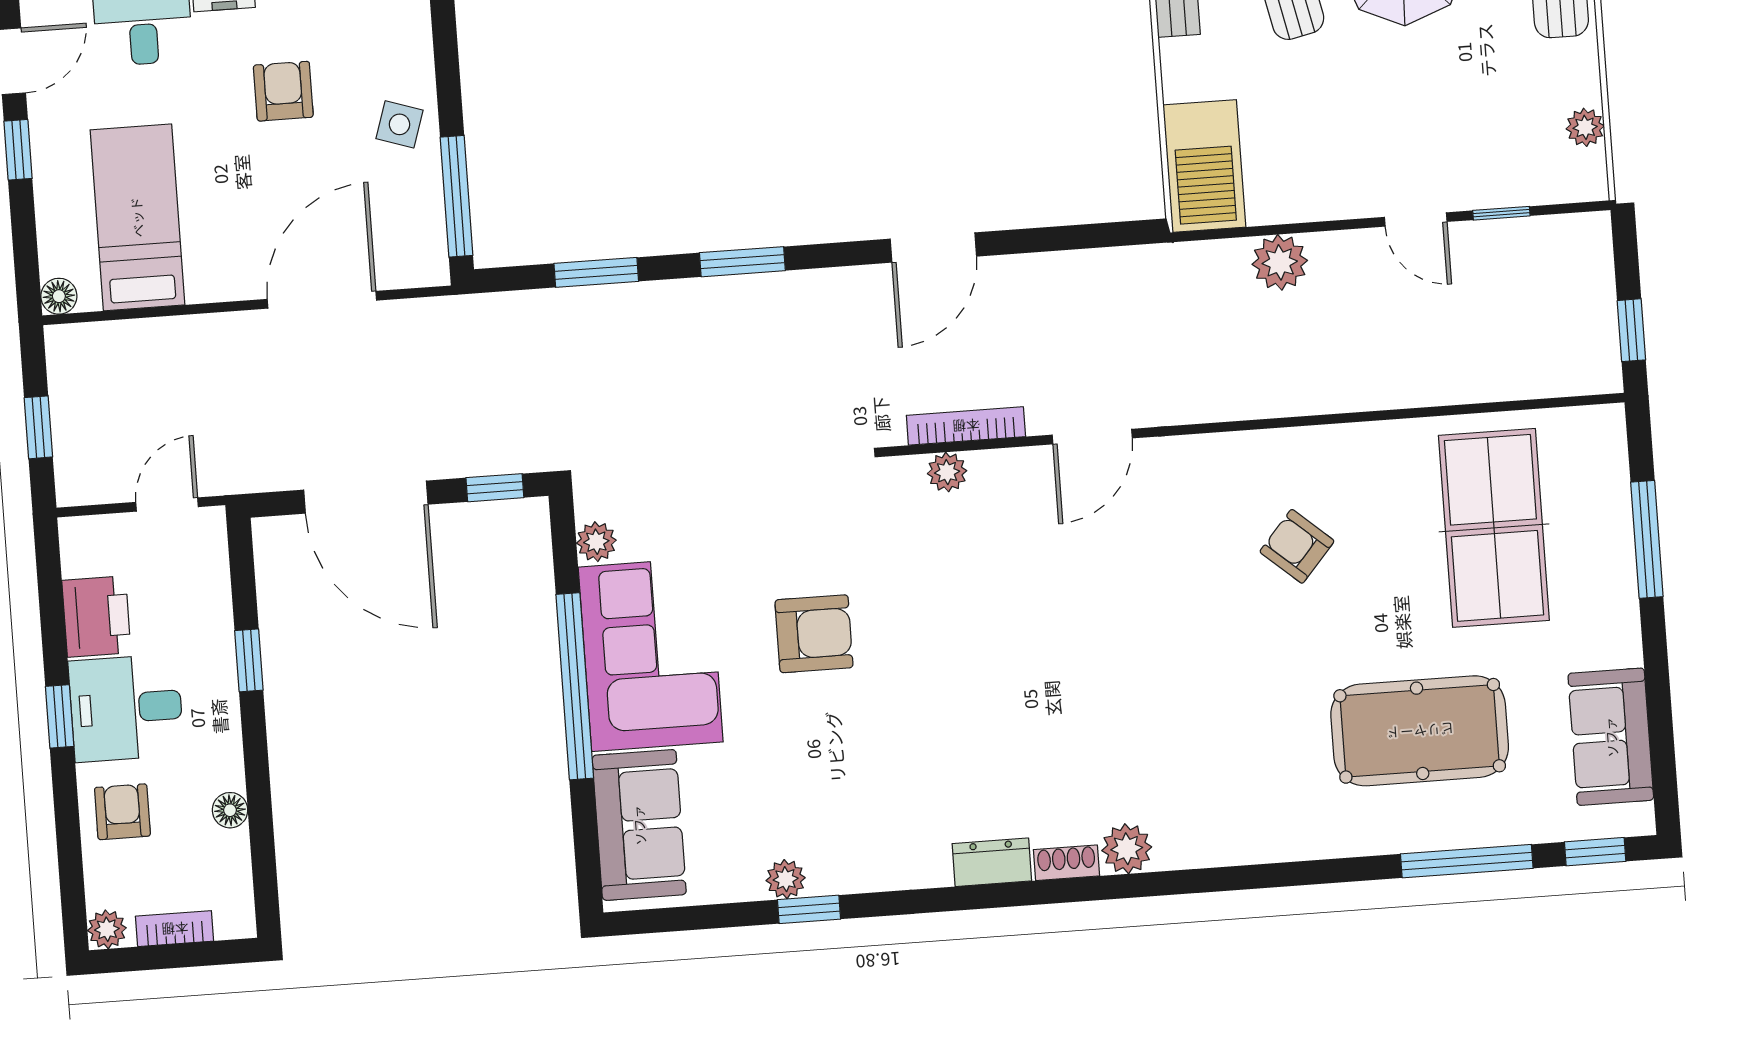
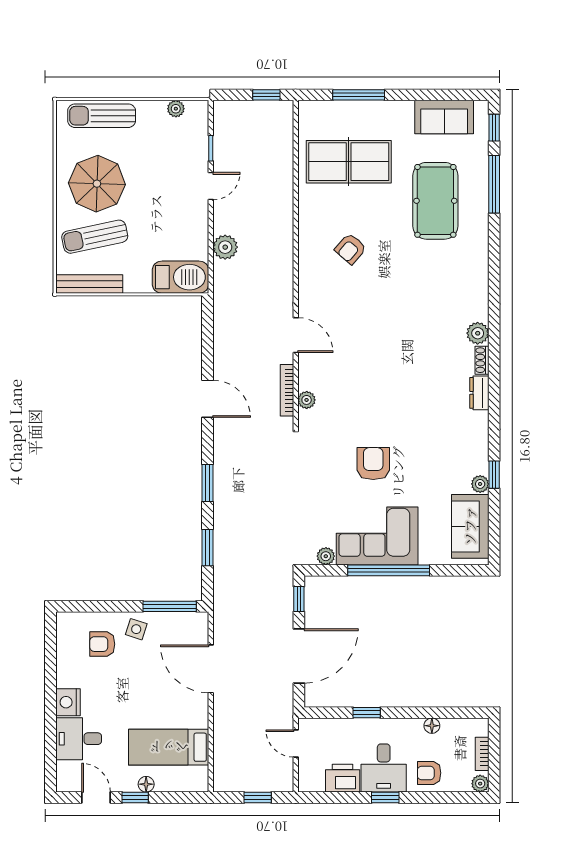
armchair: (283, 91) -> (102, 644), moved
floor lamp: (59, 296) -> (146, 784), moved
sofa: (639, 825) -> (470, 526), moved, turned -90

